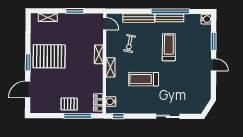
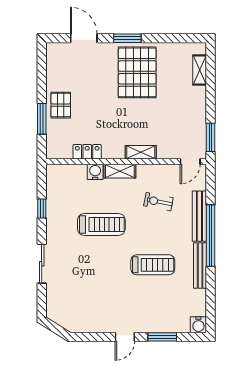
window: (75, 11) -> (211, 137), moved
window: (170, 11) -> (211, 236), moved
treadmill: (144, 79) -> (101, 224), turned 90
water cooler: (111, 101) -> (95, 172), moved
locker: (98, 102) -> (87, 152), moved
window: (78, 116) -> (42, 119), width x0.69
window: (118, 116) -> (42, 208), moved

